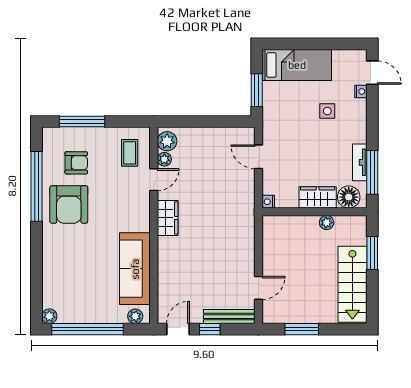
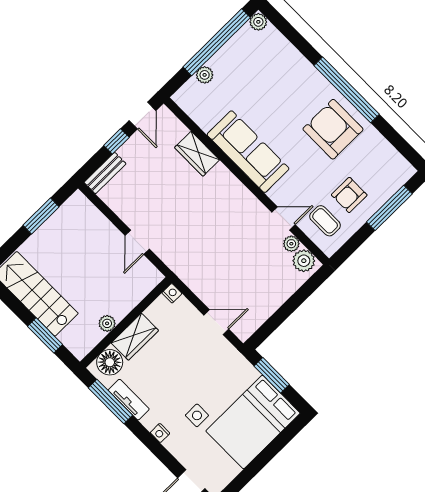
bed: (297, 65) -> (253, 422), width x1.50
nightstand: (361, 91) -> (160, 433), moved
armchair: (76, 163) -> (349, 195), moved
door: (154, 180) -> (283, 218), swing flipped
window: (36, 186) -> (347, 90), moved
wardrobe: (168, 218) -> (197, 154), moved
sofa: (135, 269) -> (248, 152), moved
door: (258, 288) -> (137, 242), moved
plant: (135, 316) -> (205, 75), moved
bench: (229, 317) -> (105, 173), width x0.73

